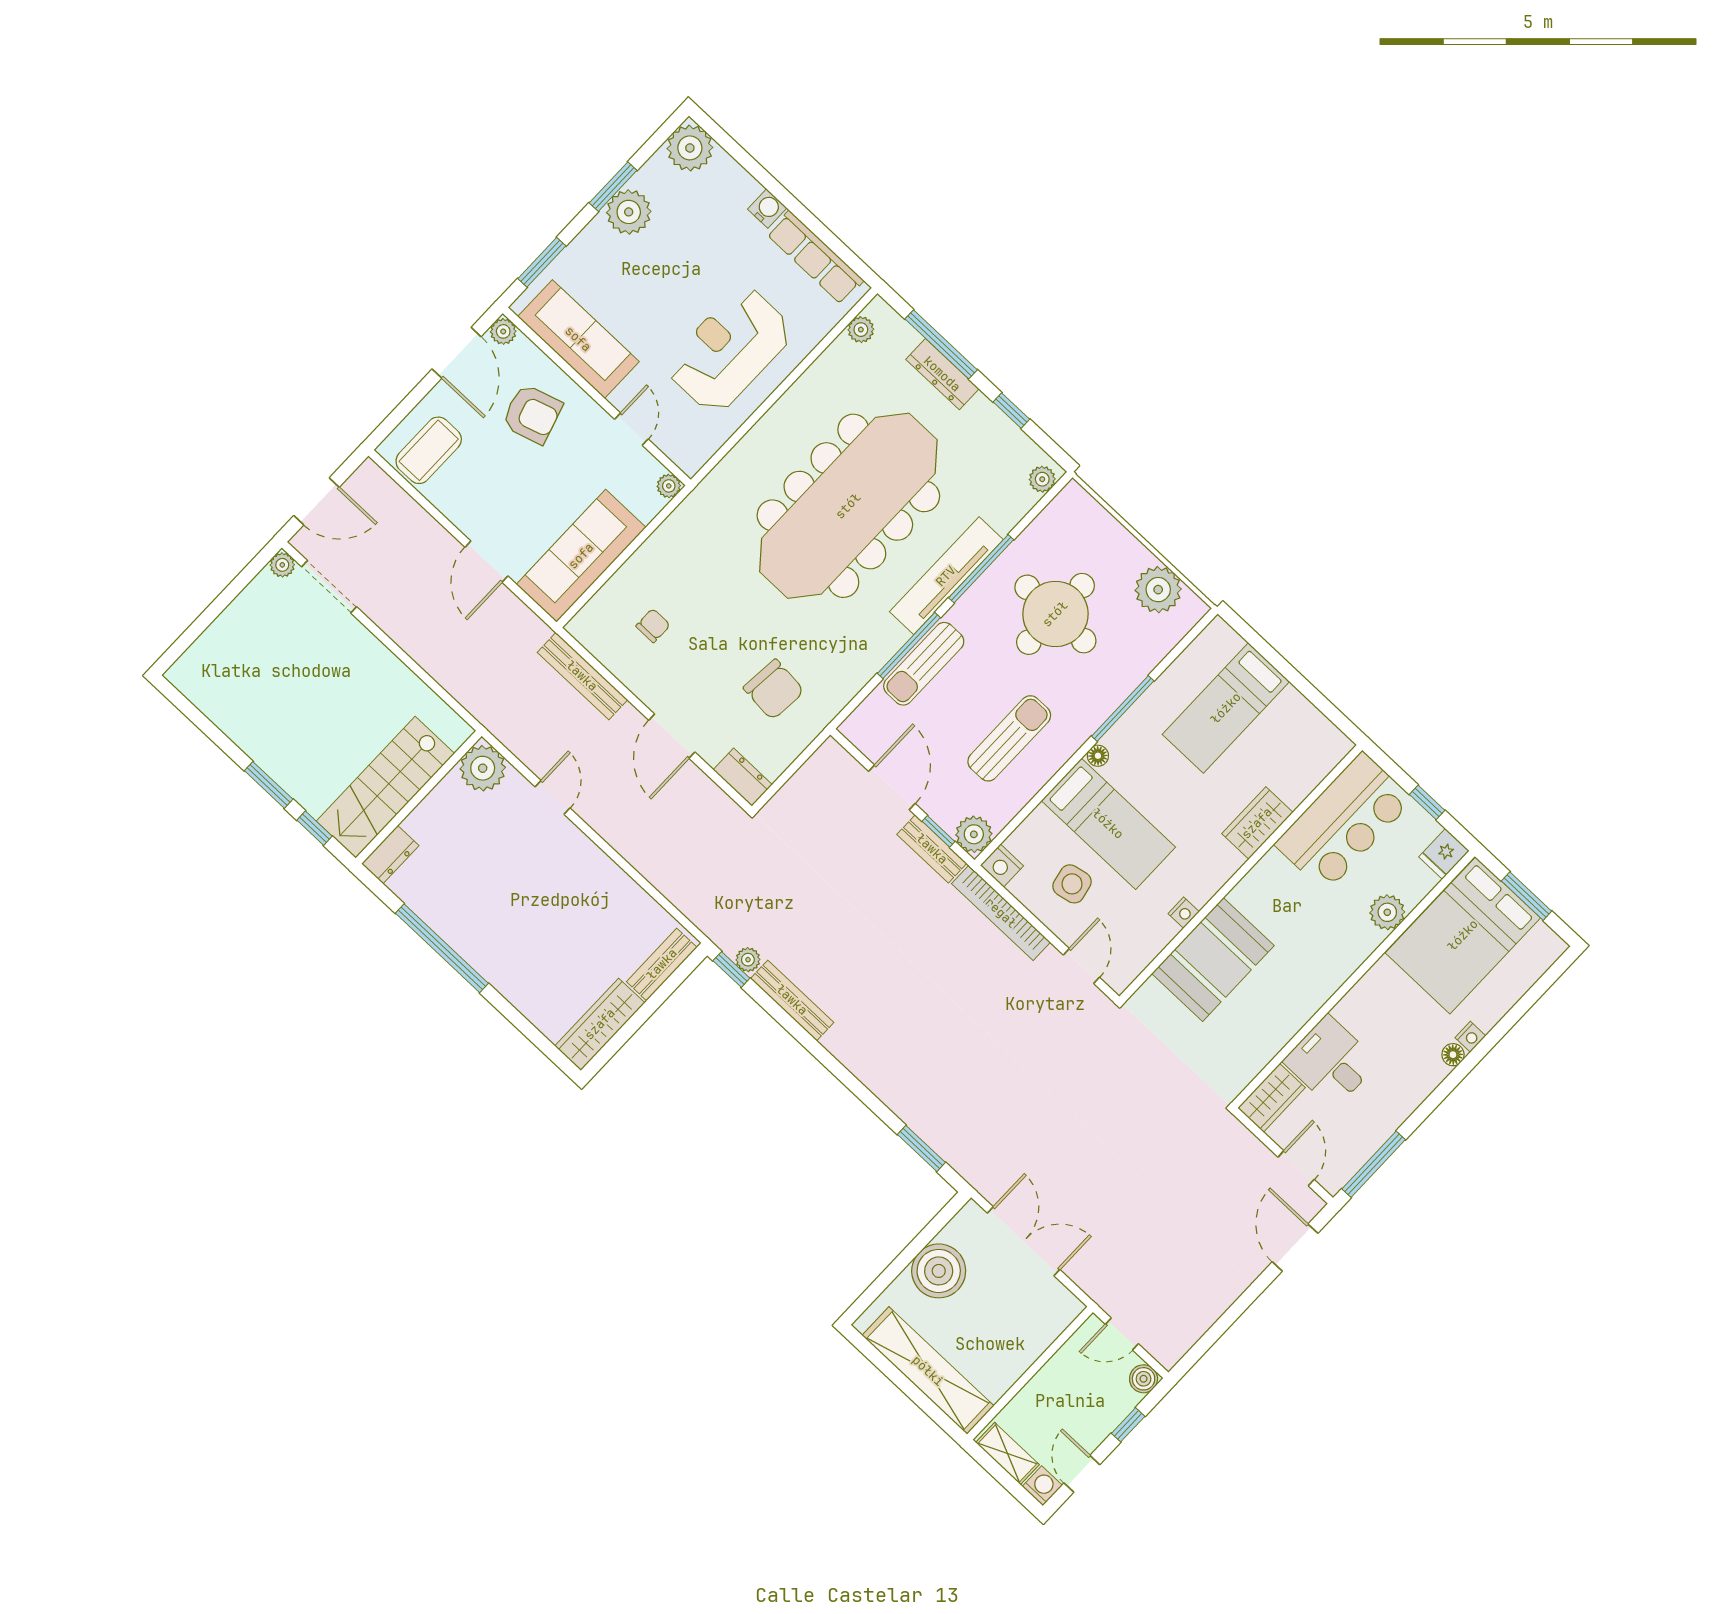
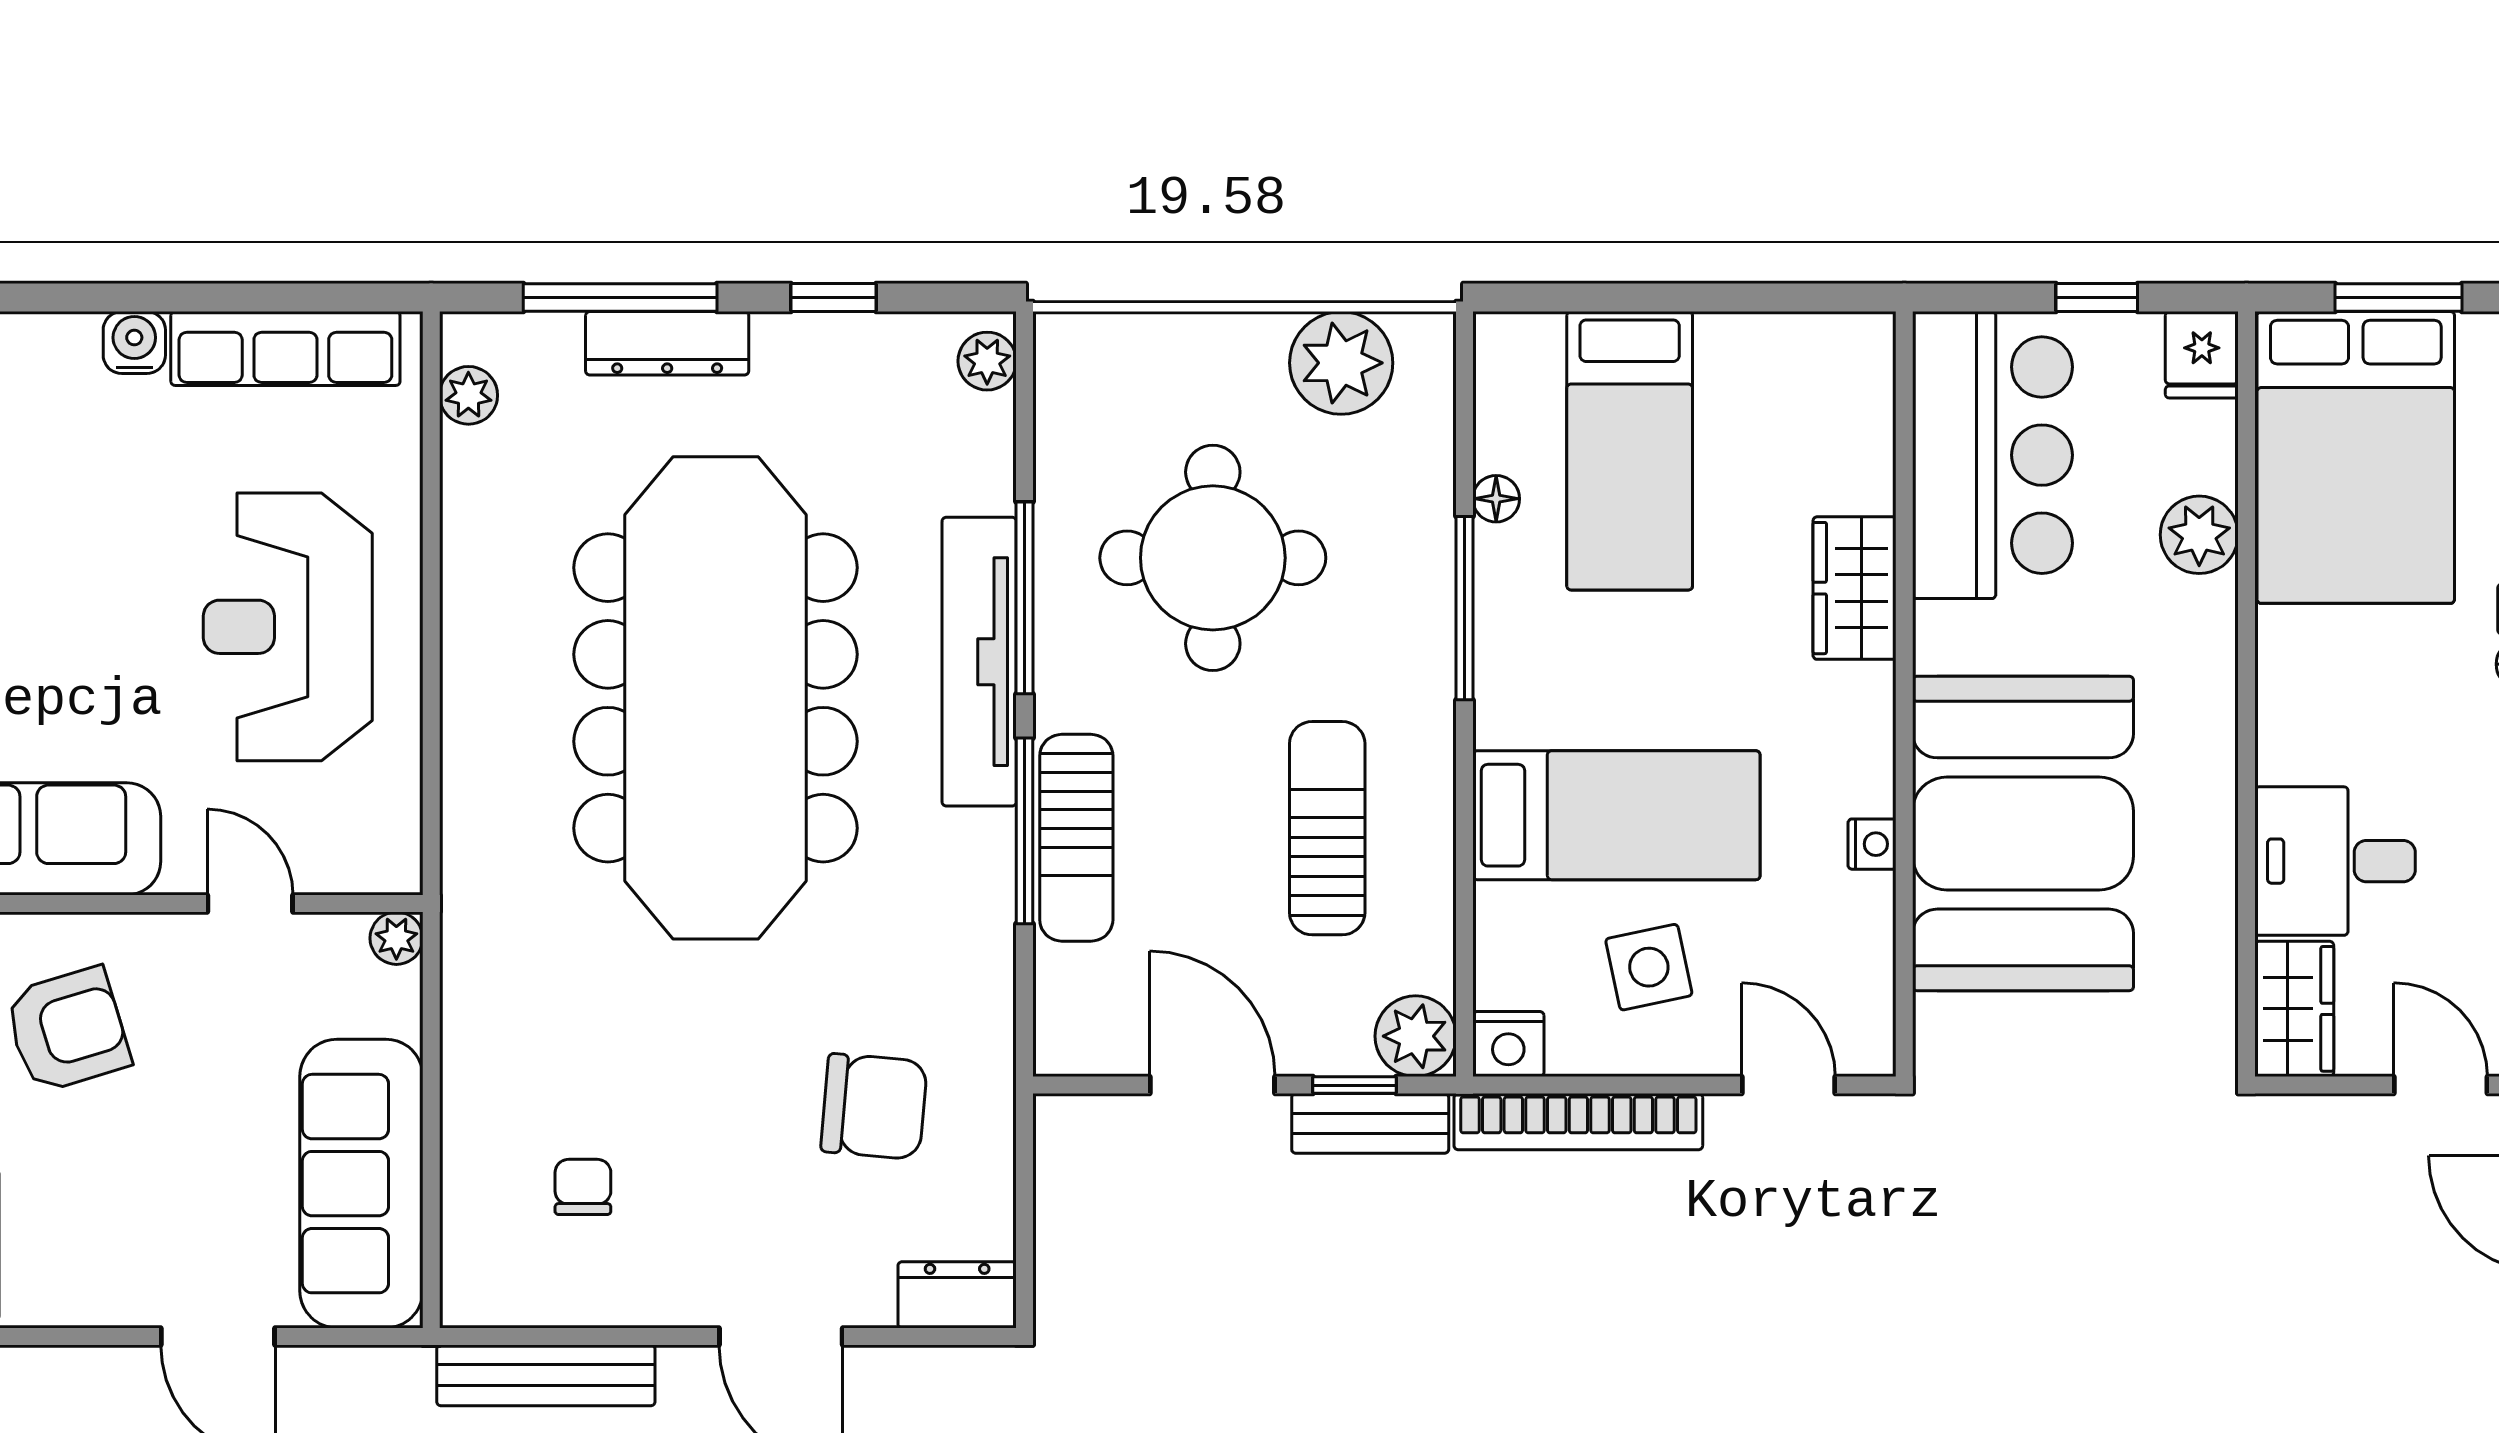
floor lamp: (1098, 756) -> (1496, 499), moved
booth: (1213, 960) -> (2023, 833), width x1.36, depth x1.42

